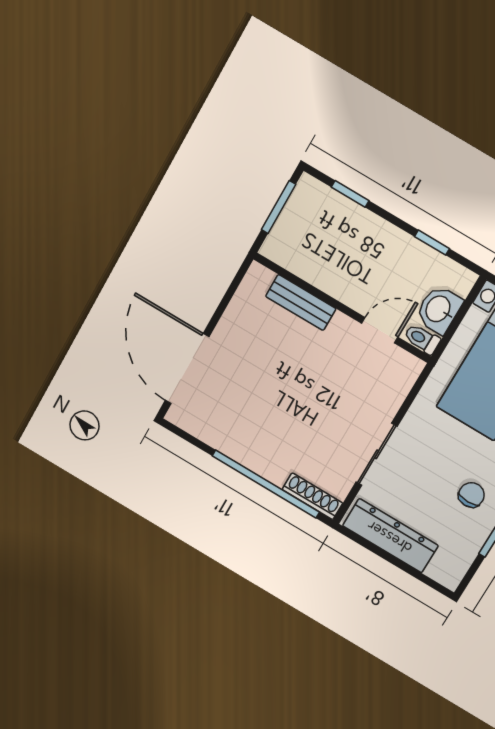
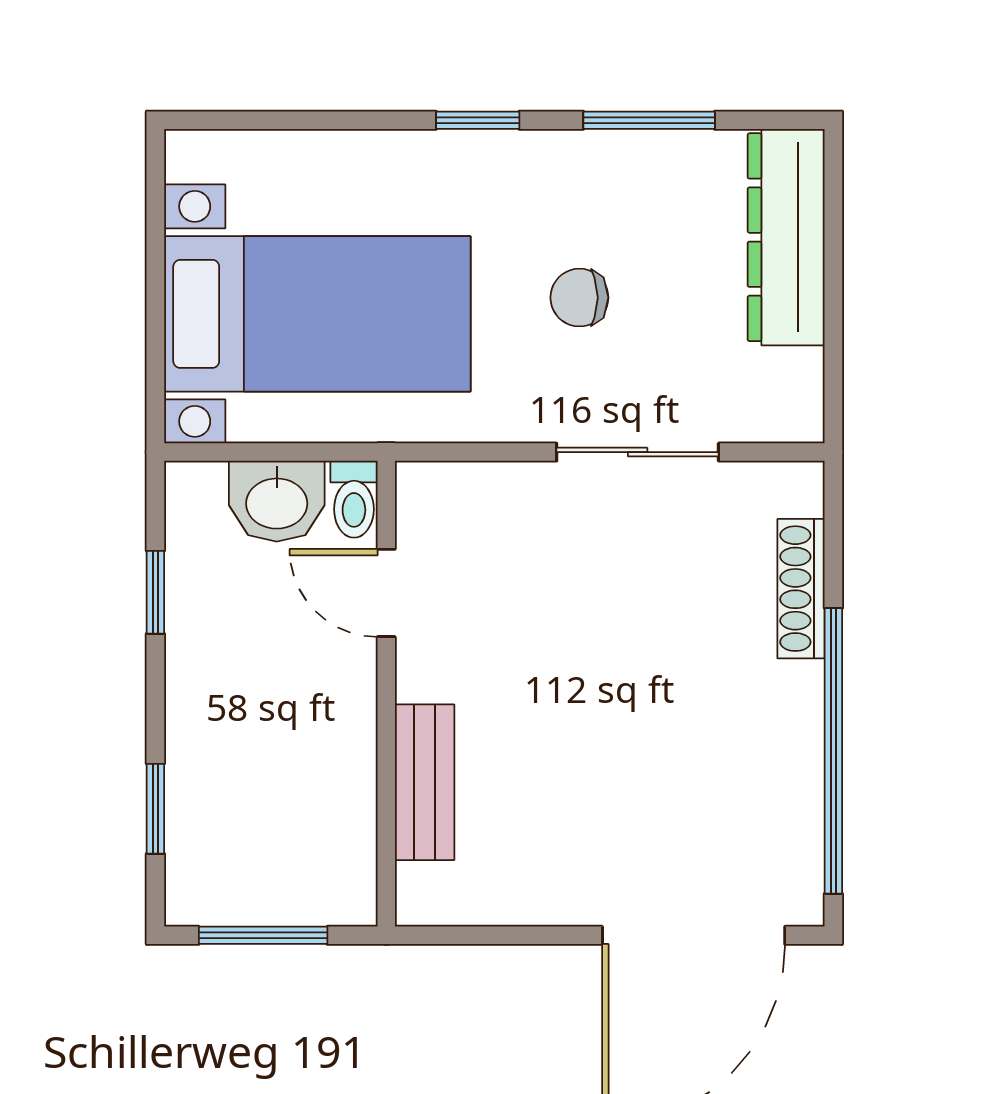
window: (266, 484) -> (833, 751), moved
chair: (471, 495) -> (579, 298), moved
shoe rack: (312, 496) -> (801, 589), moved
dresser: (390, 536) -> (786, 237), moved

